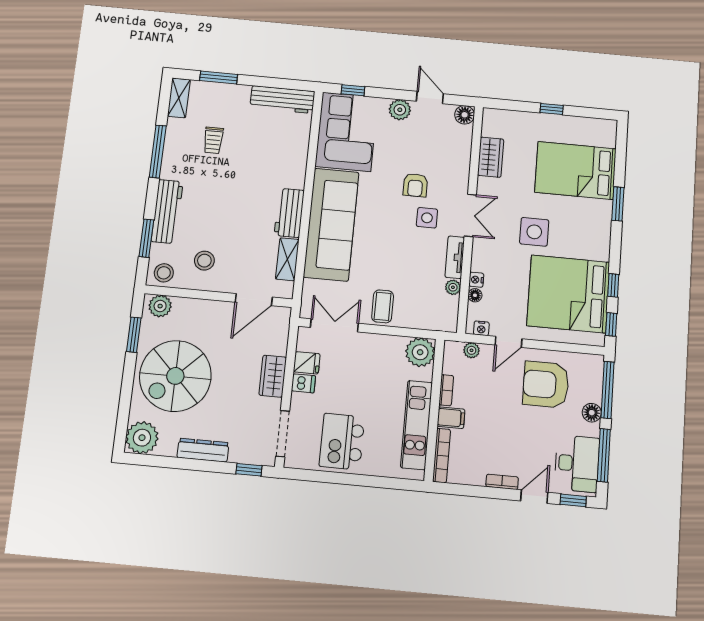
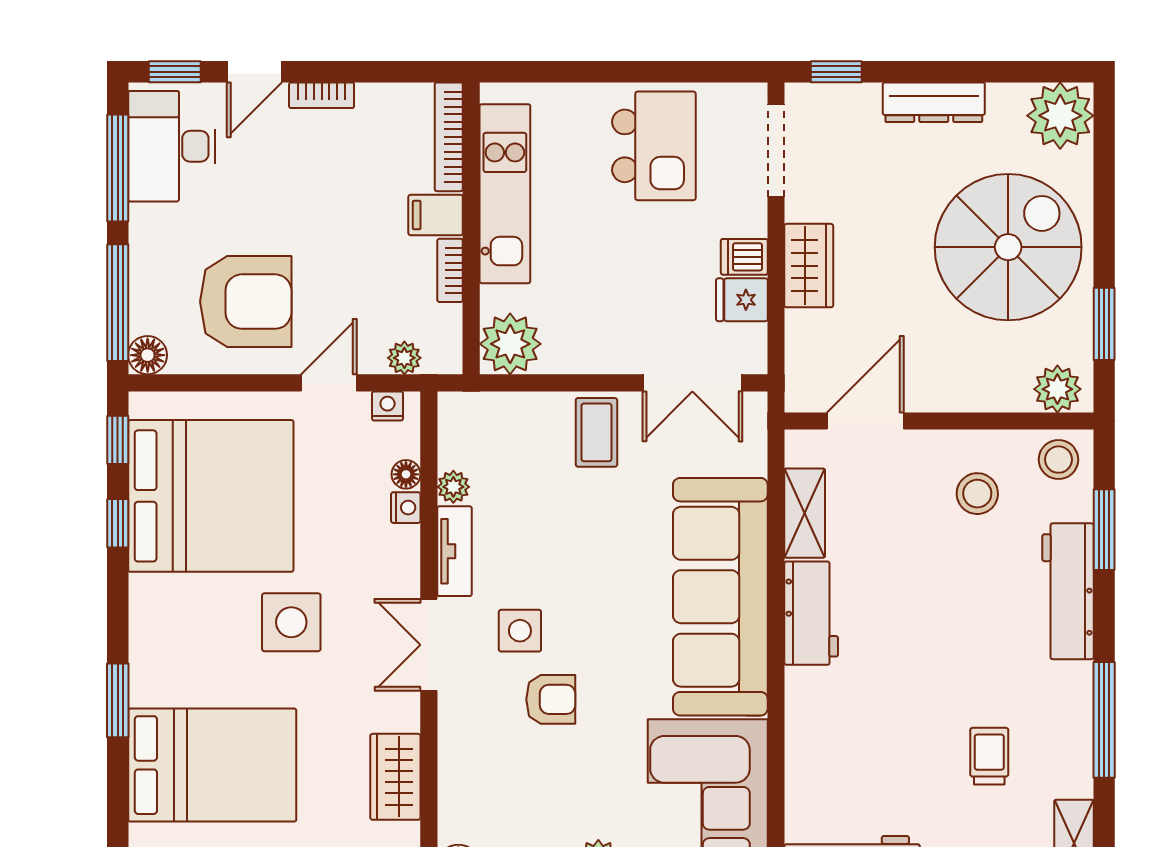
armchair: (415, 185) -> (551, 699), turned 90
floor lamp: (592, 413) -> (148, 355), moved

